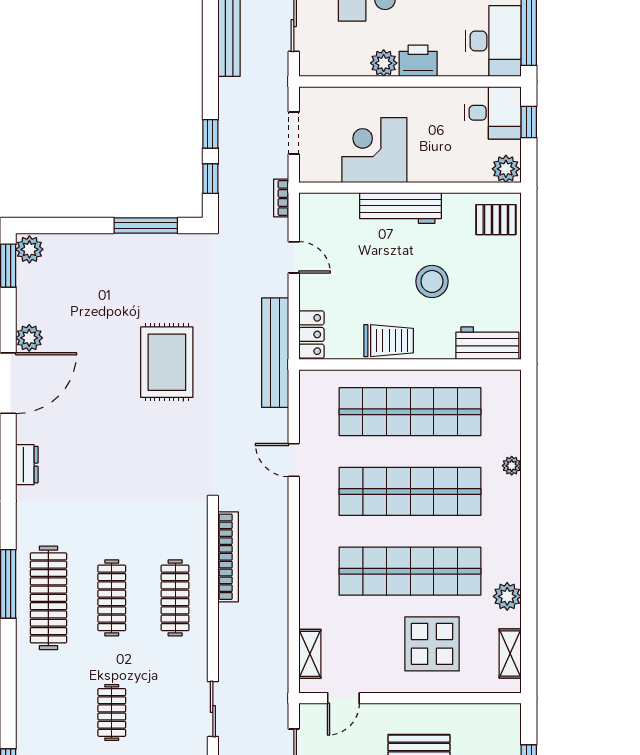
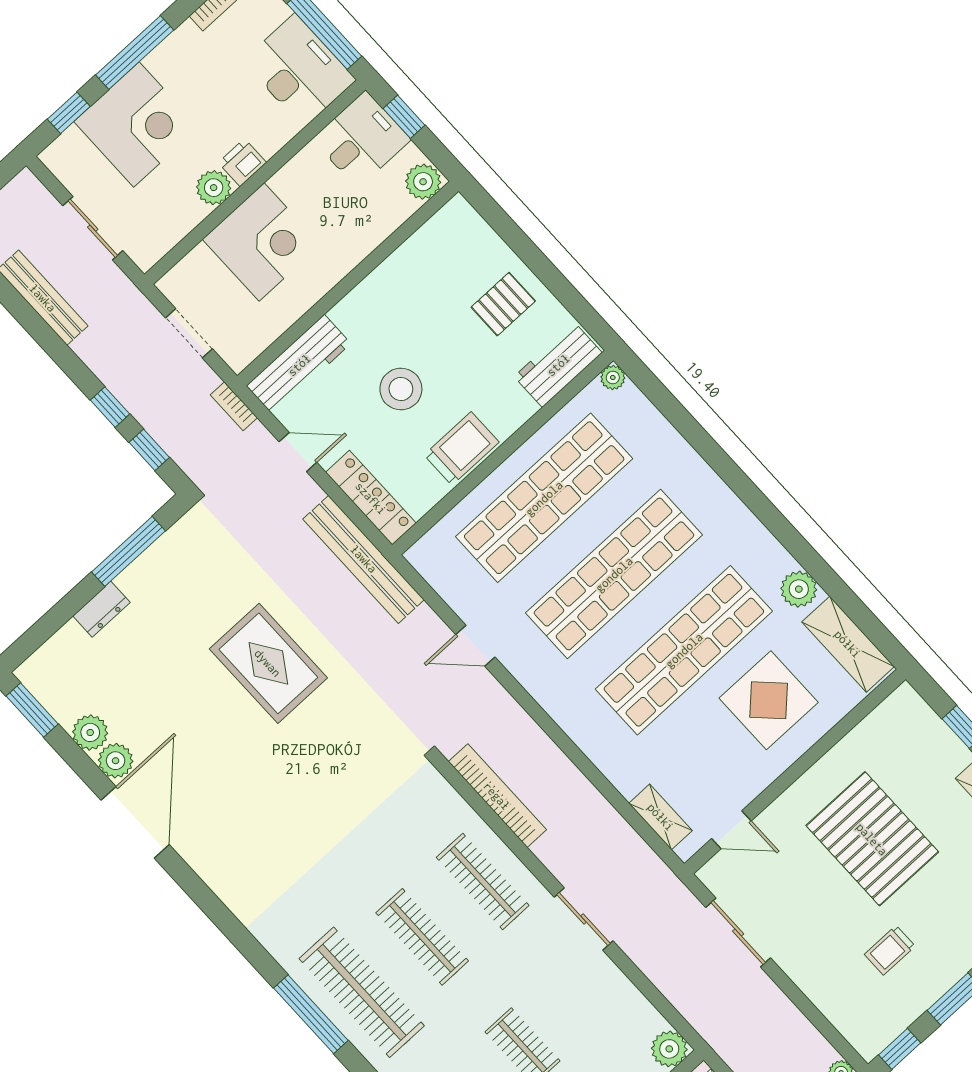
printer: (418, 61) -> (242, 163), width x0.73, depth x0.81
corner desk: (374, 150) -> (262, 242), moved, turned 180
workbench: (400, 208) -> (299, 365), moved
pallet: (496, 220) -> (503, 304), moved
plant: (29, 249) -> (90, 732), moved
stool: (432, 281) -> (401, 389), moved
locker: (311, 334) -> (371, 498), width x1.53
dresser: (27, 465) -> (101, 609), moved, turned 90
plant: (512, 466) -> (613, 377), moved
shelving: (510, 653) -> (848, 644), width x1.50, depth x1.33
door: (343, 698) -> (731, 830), hinge flipped
sliding door: (213, 709) -> (584, 919), moved

